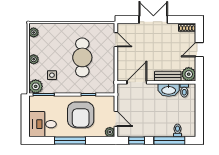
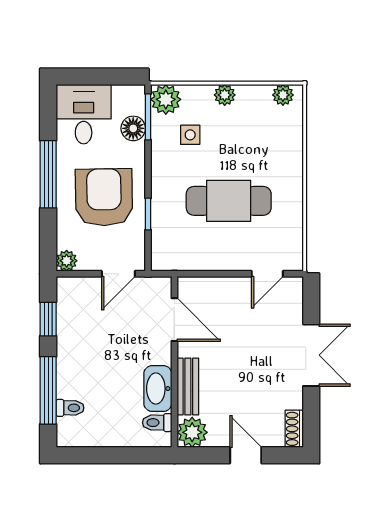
floor lamp: (49, 101) -> (133, 128), added
armchair: (81, 115) -> (104, 197), turned 89
door: (116, 119) -> (118, 274), moved

